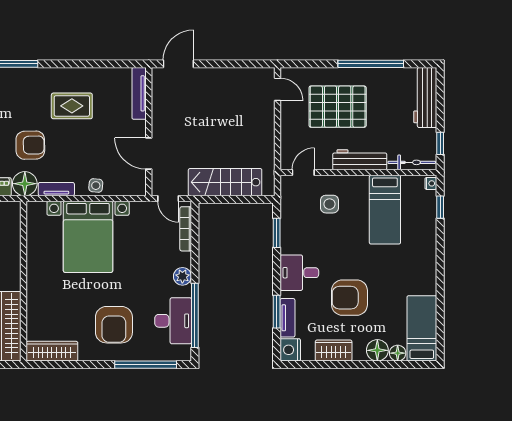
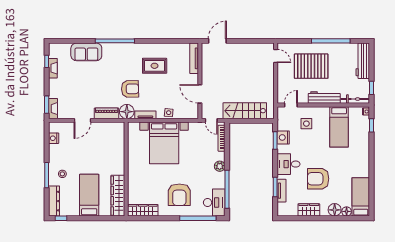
desk: (173, 321) -> (214, 203), moved
nightstand: (290, 350) -> (283, 137), moved

